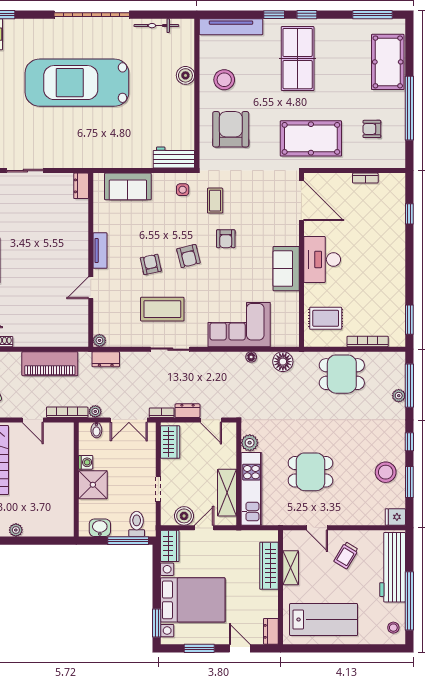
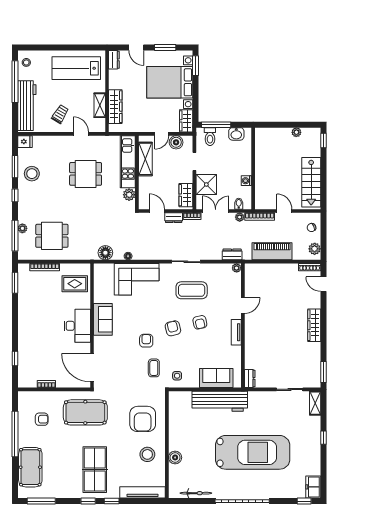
workbench: (174, 158) -> (220, 401), moved, width x1.88, depth x1.32
dining table: (342, 374) -> (52, 236), moved
shower: (93, 485) -> (206, 184), moved

